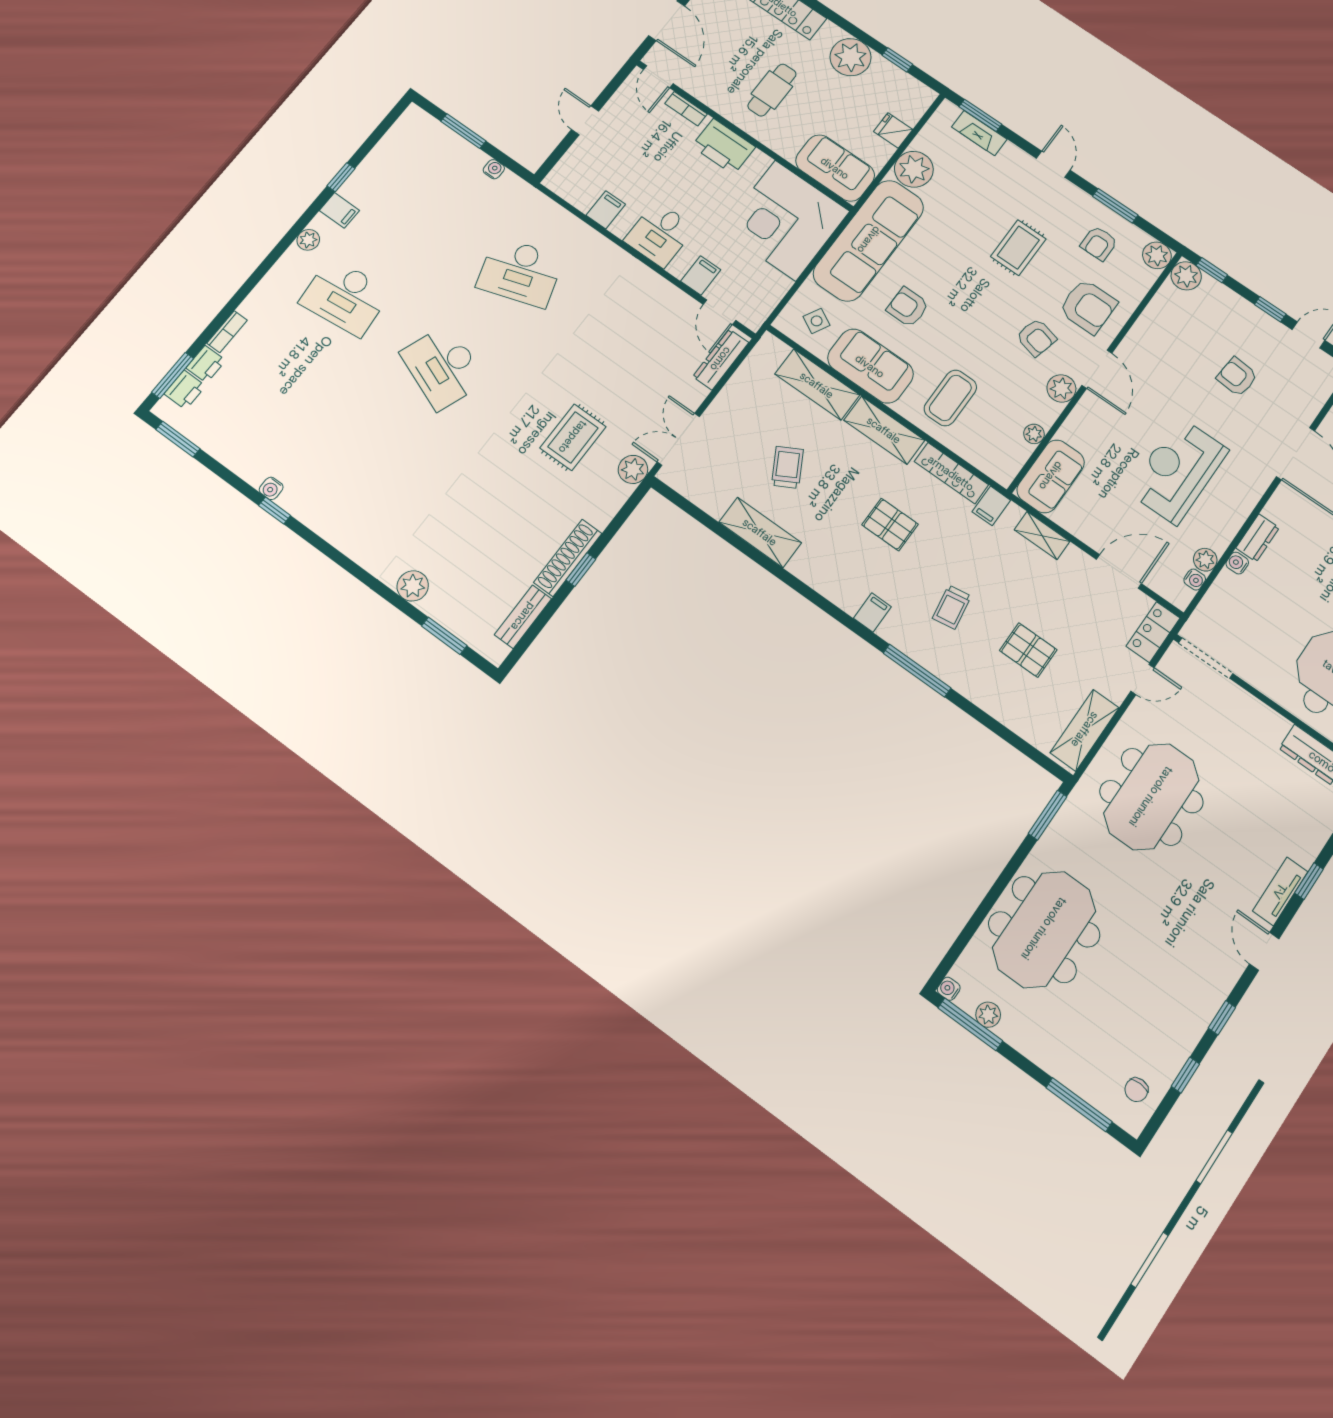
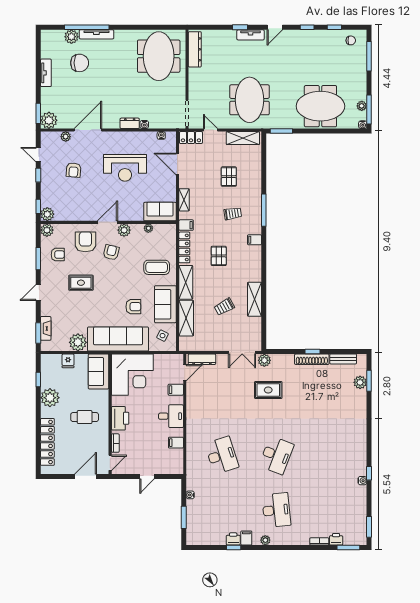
armchair: (908, 307) -> (133, 307), turned -90
printer: (185, 390) -> (233, 539), moved
plant: (1205, 560) -> (66, 137), moved
plant: (413, 586) -> (360, 382), moved
meeting table: (1151, 797) -> (249, 100), turned 90

